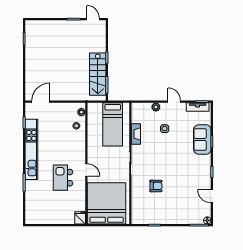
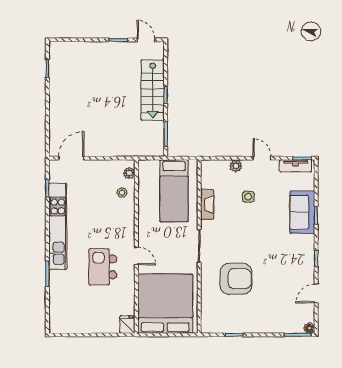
stairs: (98, 74) -> (153, 90), moved
armchair: (156, 186) -> (236, 279), width x1.88, depth x1.88
door: (212, 196) -> (316, 294), hinge flipped

